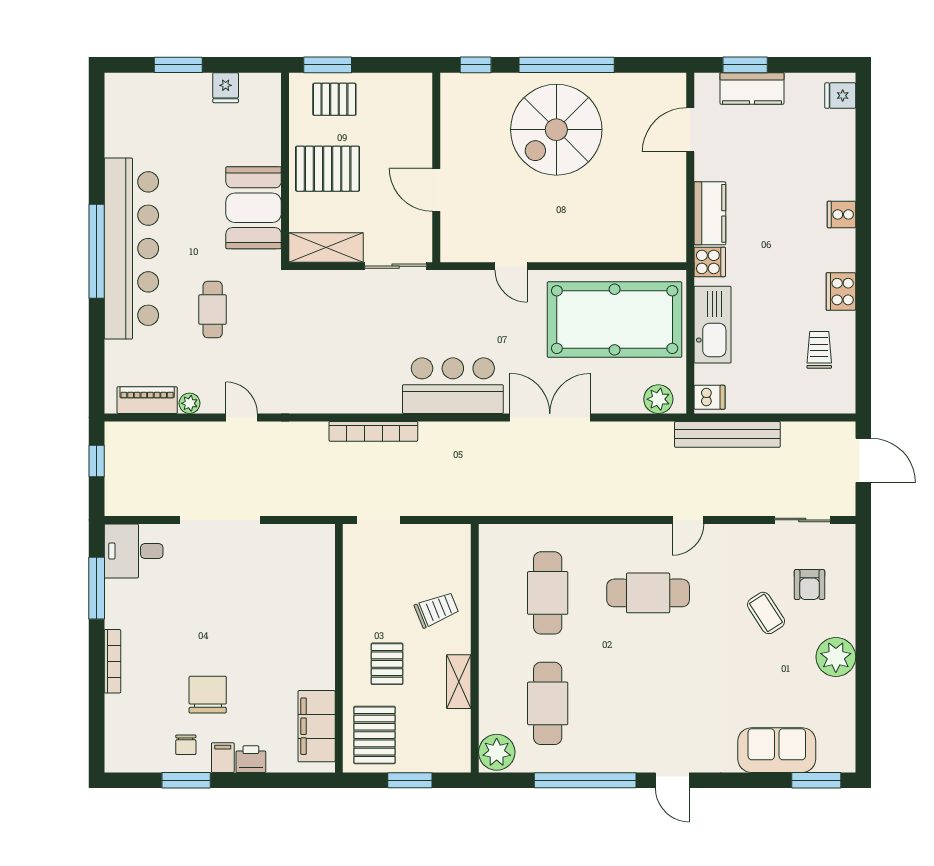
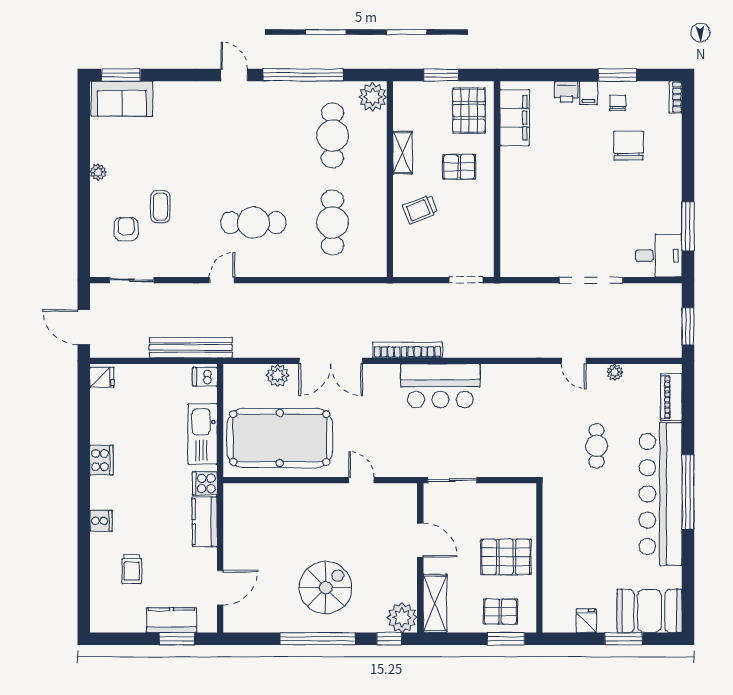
plant: (459, 92) -> (402, 618), added
fridge: (840, 96) -> (102, 377), moved
spiral stairs: (556, 130) -> (326, 588), width x0.73, depth x0.73
booth: (254, 208) -> (649, 611), moved, turned 90
shelving: (326, 247) -> (435, 603), moved, turned 90
trolley: (819, 350) -> (132, 569), moved
bar counter: (453, 386) -> (440, 386), moved
plant: (658, 399) -> (277, 375), moved
piano: (147, 400) -> (671, 397), moved, turned 90
bookcase: (373, 431) -> (407, 350), moved
window: (97, 461) -> (688, 326), width x1.50
coffee table: (766, 613) -> (160, 207), turned 33
plant: (836, 657) -> (98, 172), width x0.53, depth x0.53
bookcase: (112, 661) -> (675, 97), moved, width x0.64
pallet: (387, 664) -> (459, 167), turned 90
chair: (208, 695) -> (628, 146), moved, turned 180
sofa: (777, 750) -> (122, 99), moved

